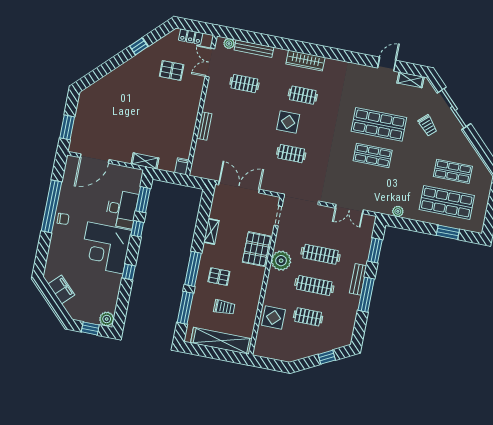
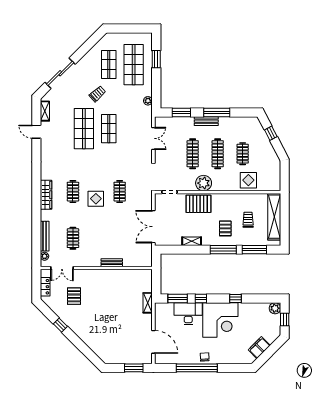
trolley: (428, 125) -> (97, 94), moved
filing cabinet: (182, 166) -> (146, 274), removed

